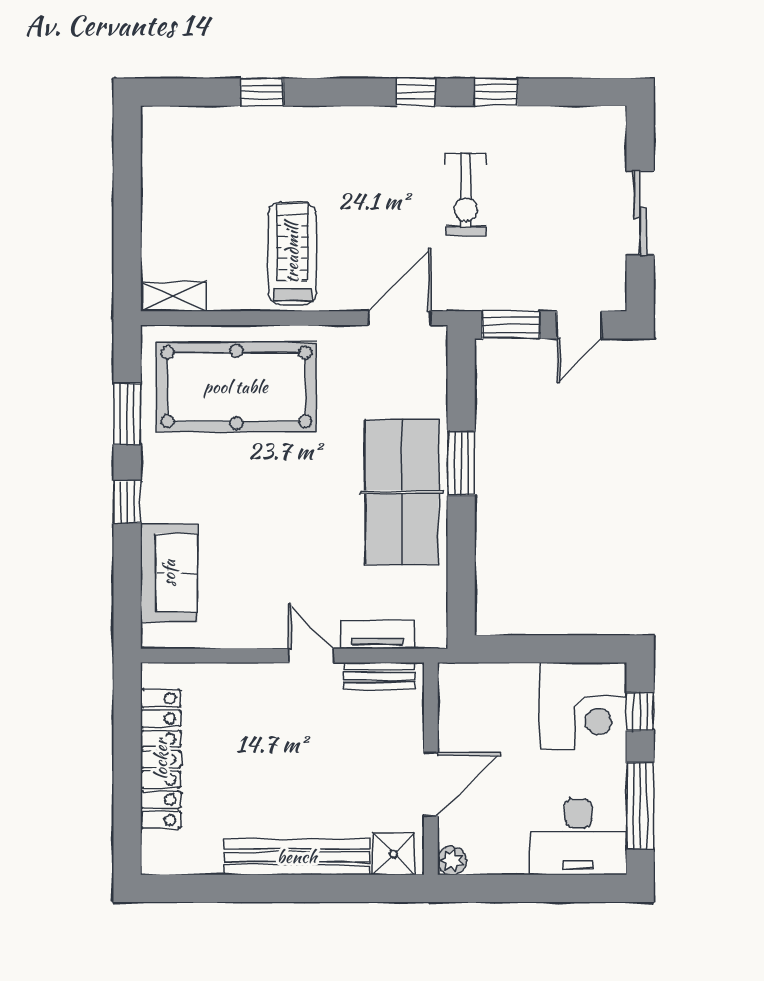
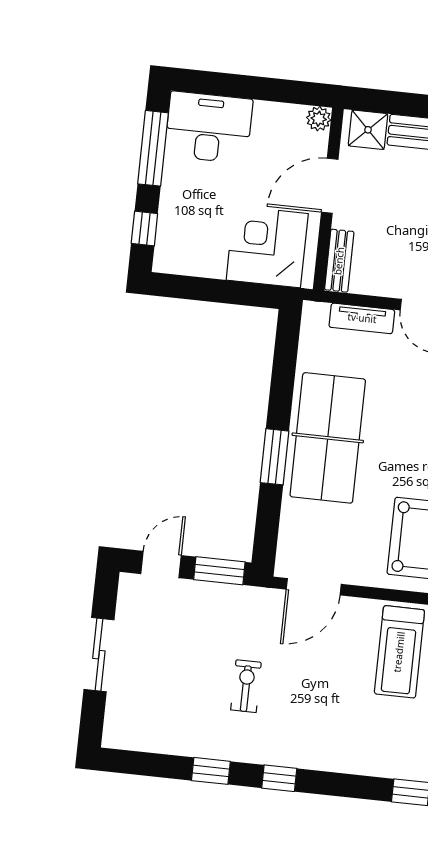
exercise bike: (466, 195) -> (246, 686), width x0.73, depth x0.72
bench: (379, 676) -> (339, 261), moved, turned 90
corner desk: (583, 706) -> (267, 247), moved

